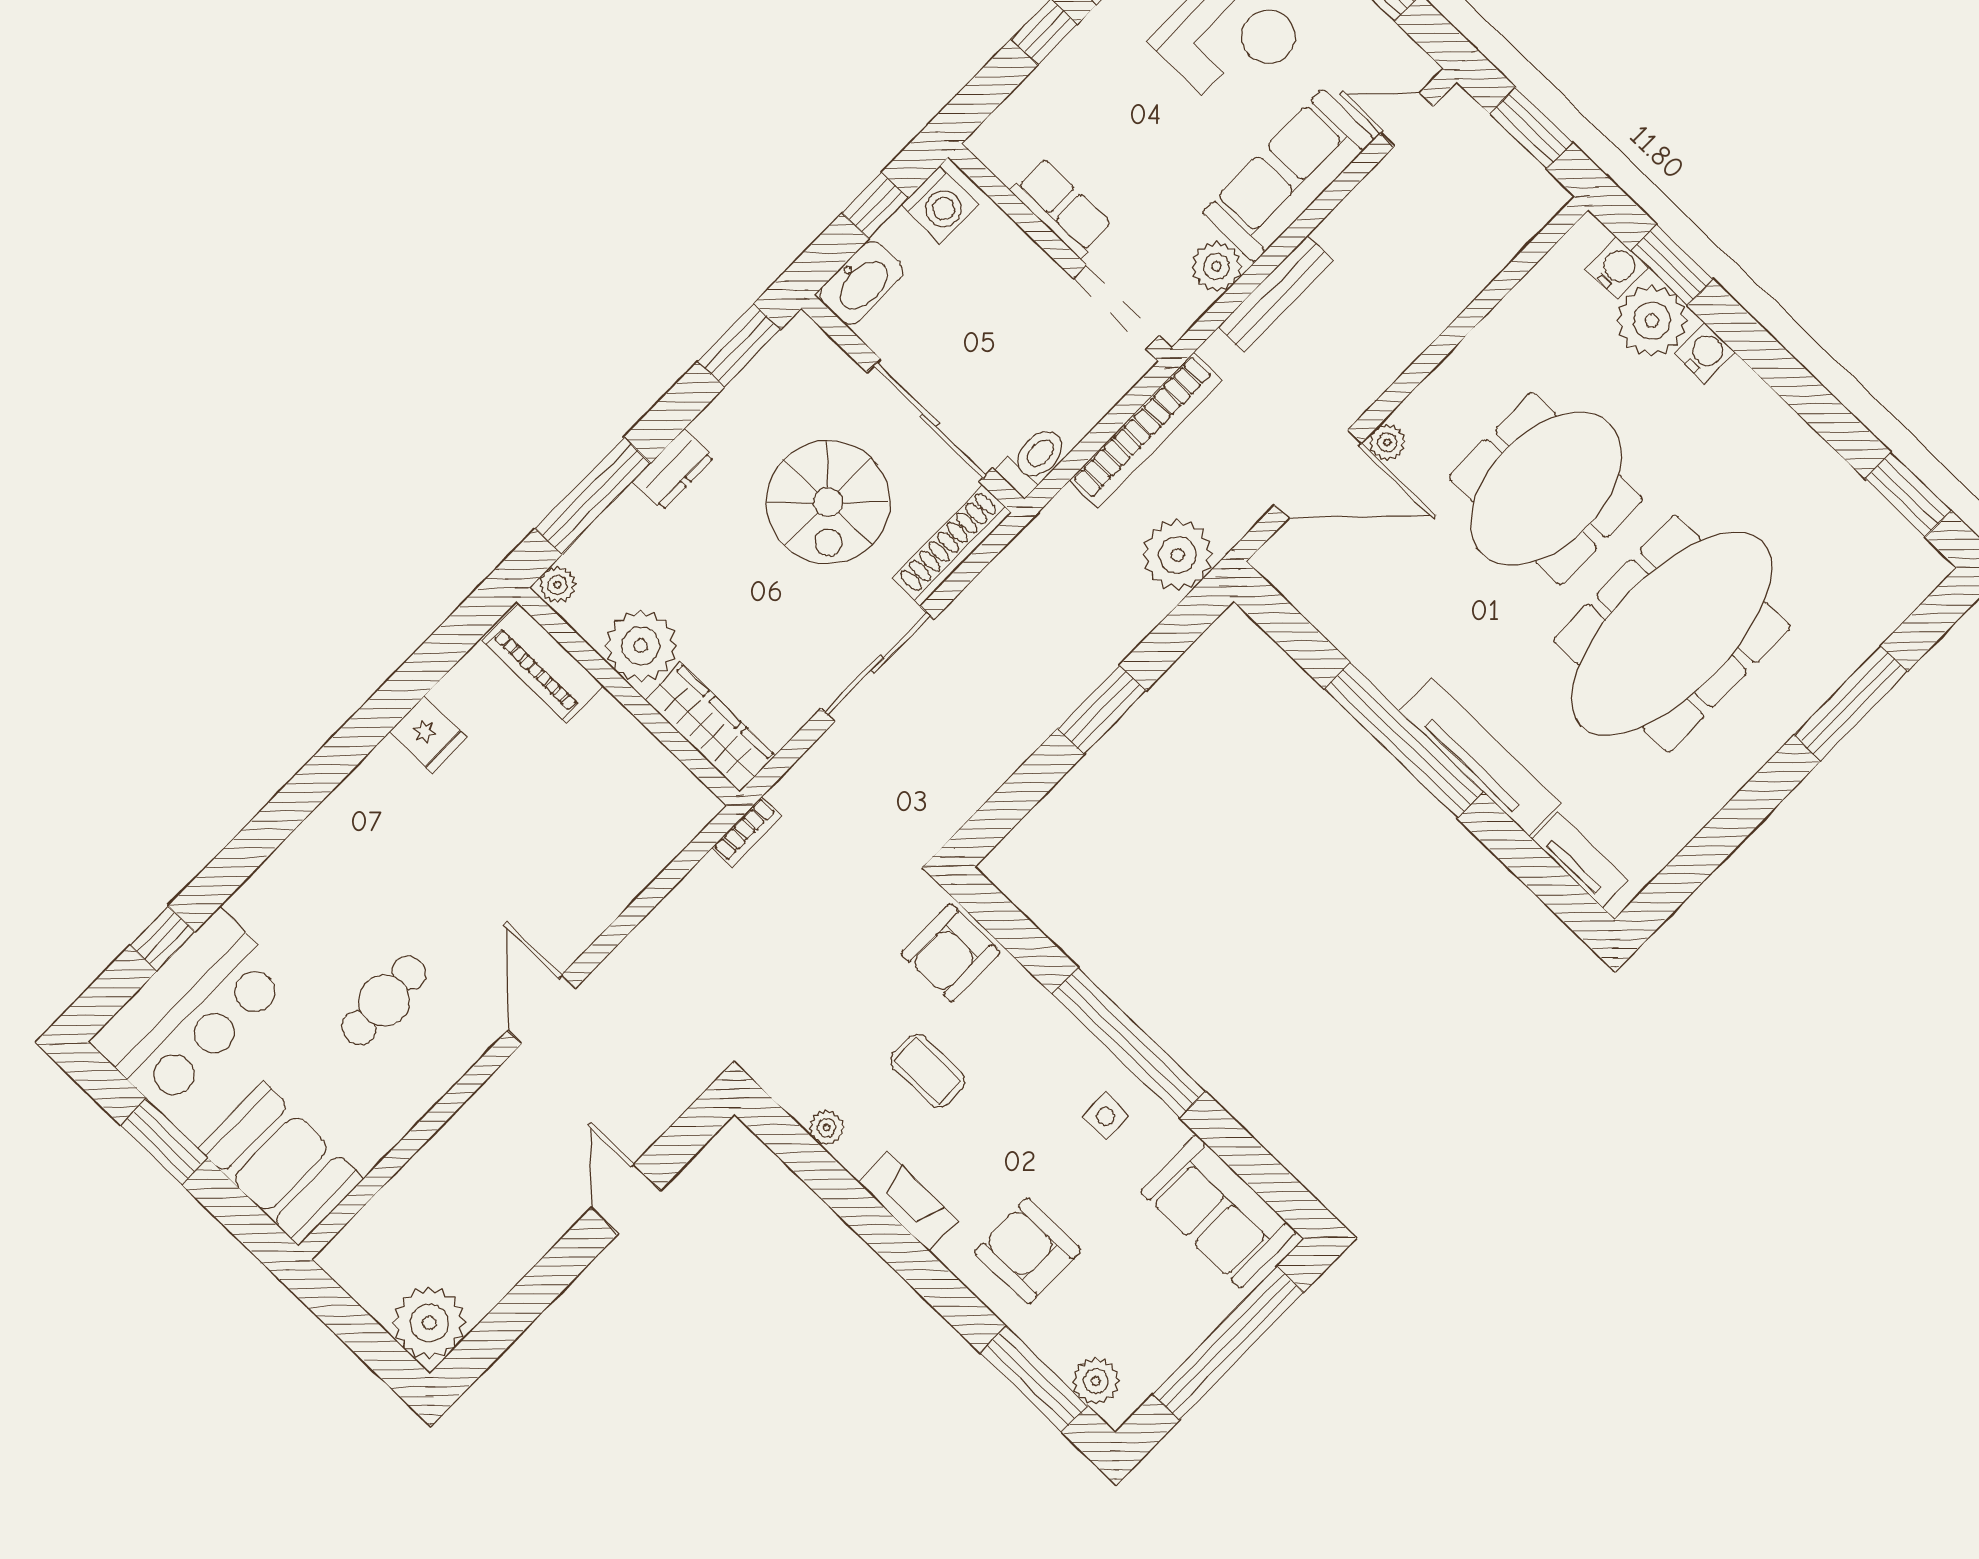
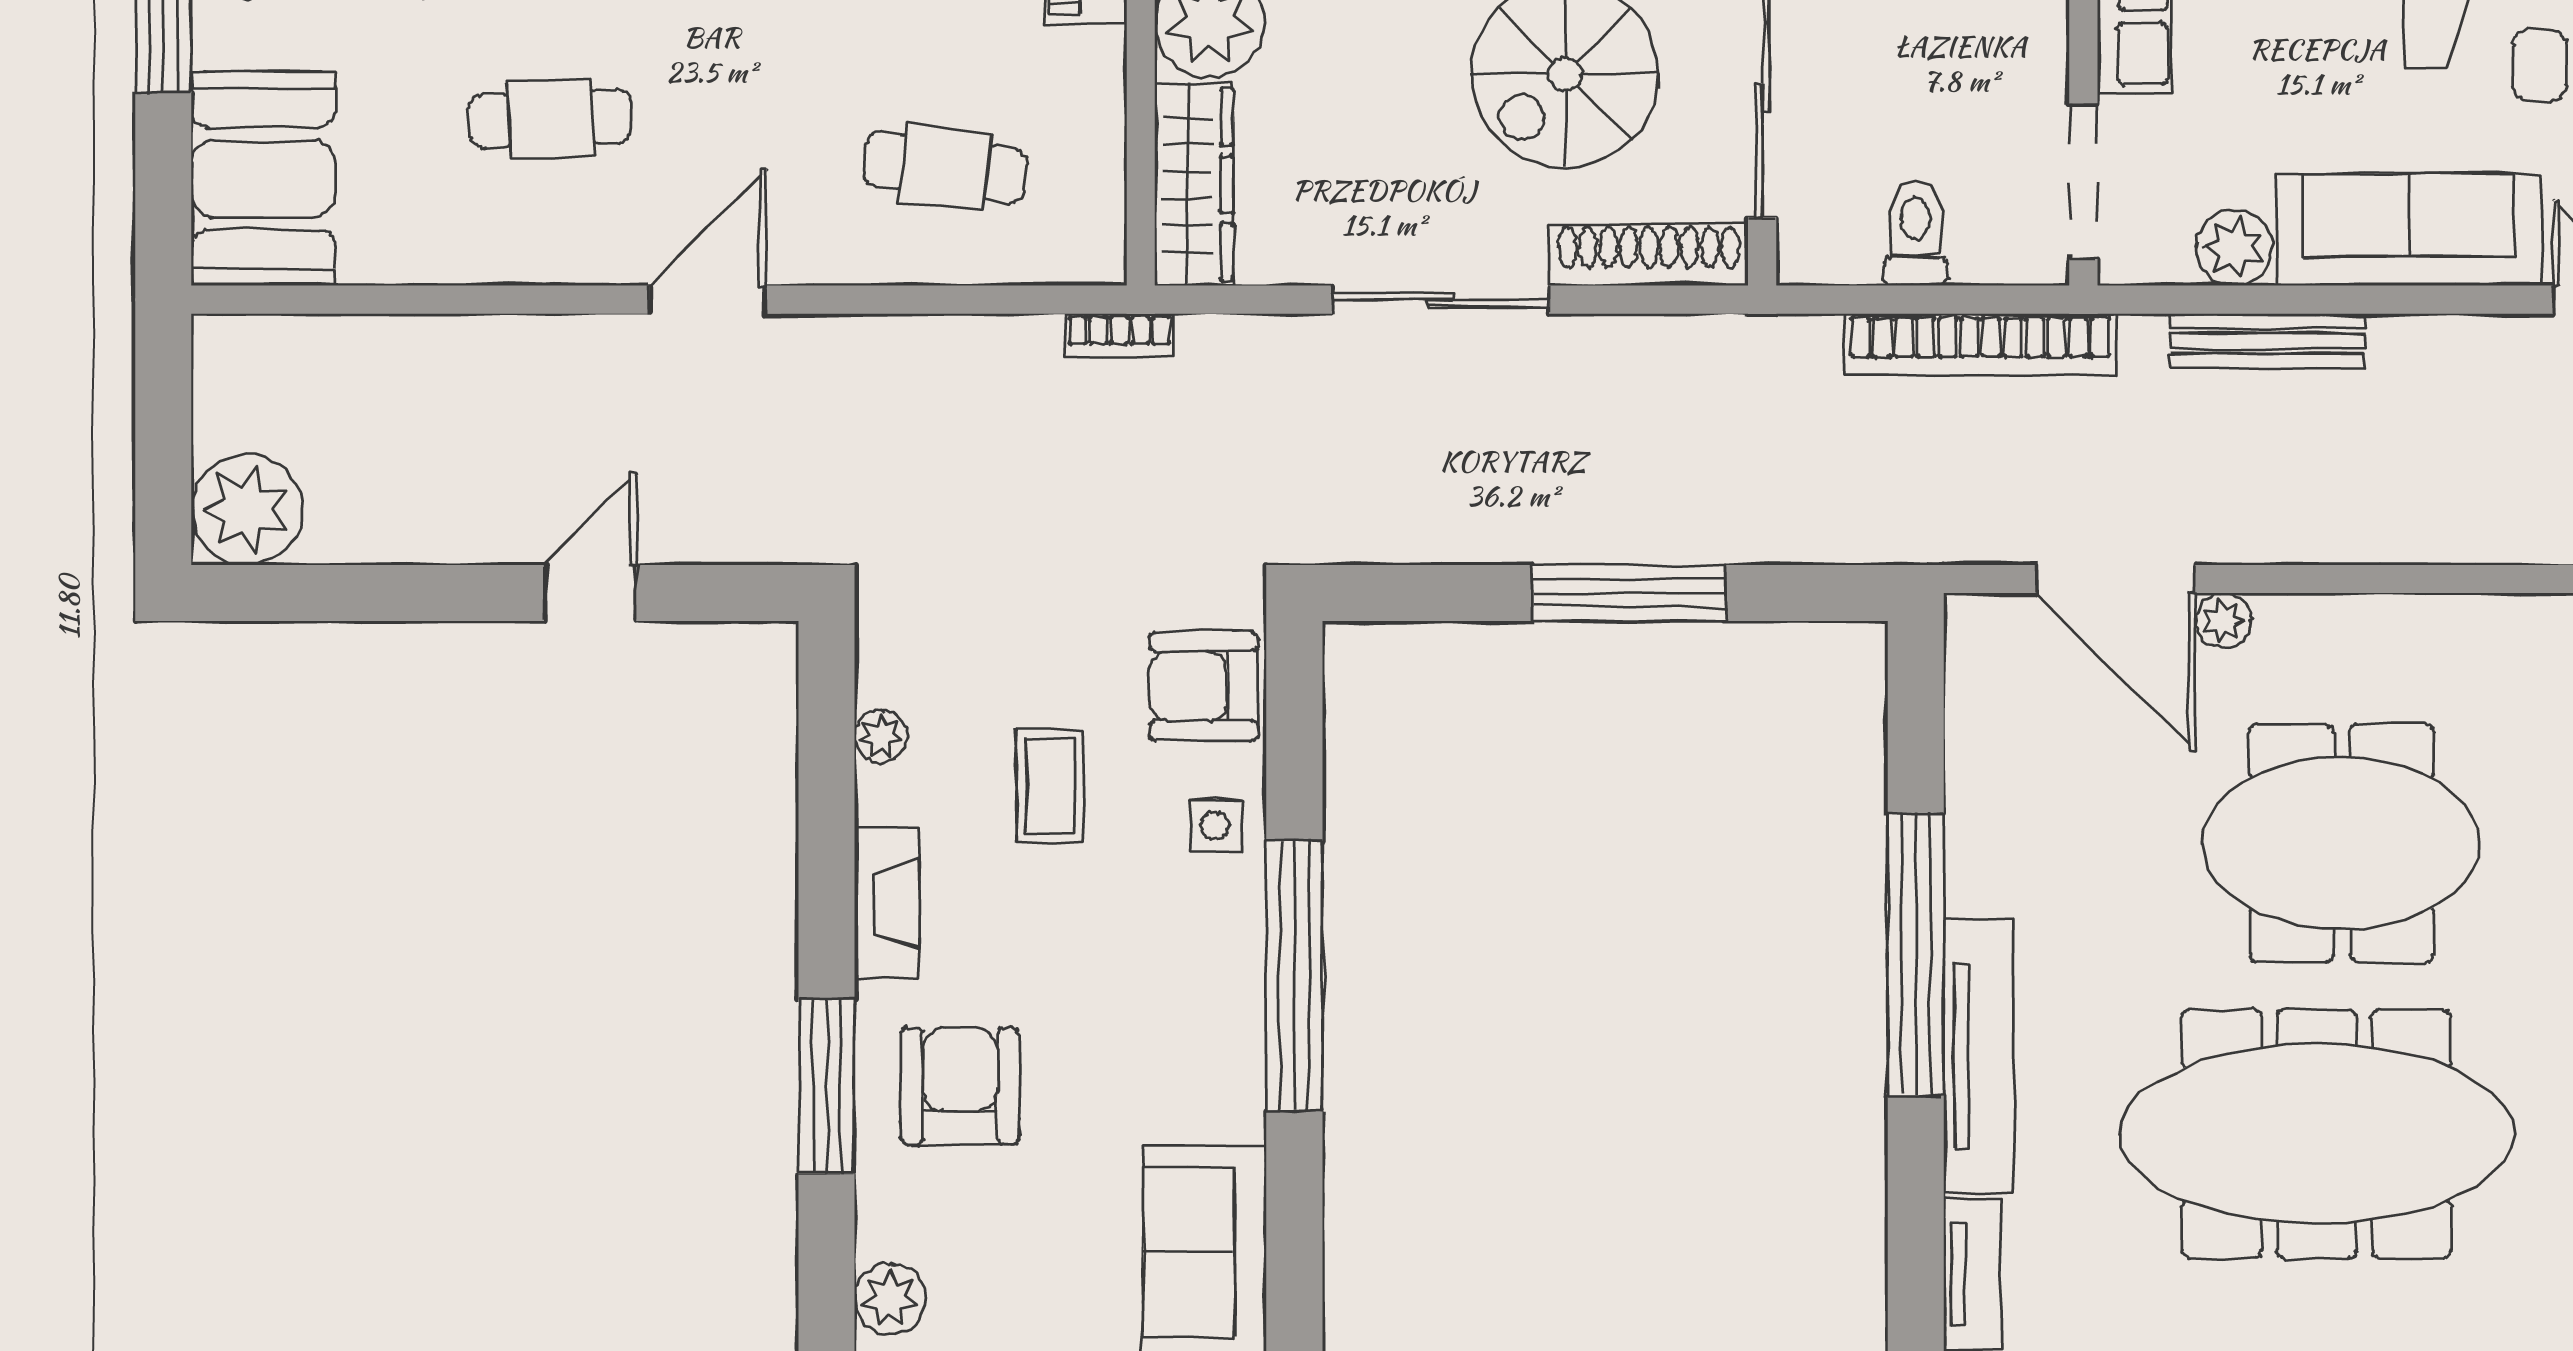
toilet: (1034, 460) -> (1915, 233), moved, turned -90
plant: (1177, 555) -> (1878, 511), removed
window: (1102, 710) -> (1629, 593), width x1.44
cafe table: (588, 837) -> (945, 167), added
side table: (1106, 1116) -> (1215, 826), moved
window: (1034, 1379) -> (827, 1087), moved

